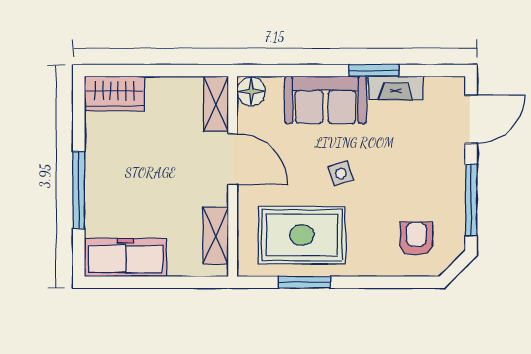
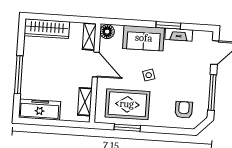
wardrobe: (114, 94) -> (47, 29), width x1.50

